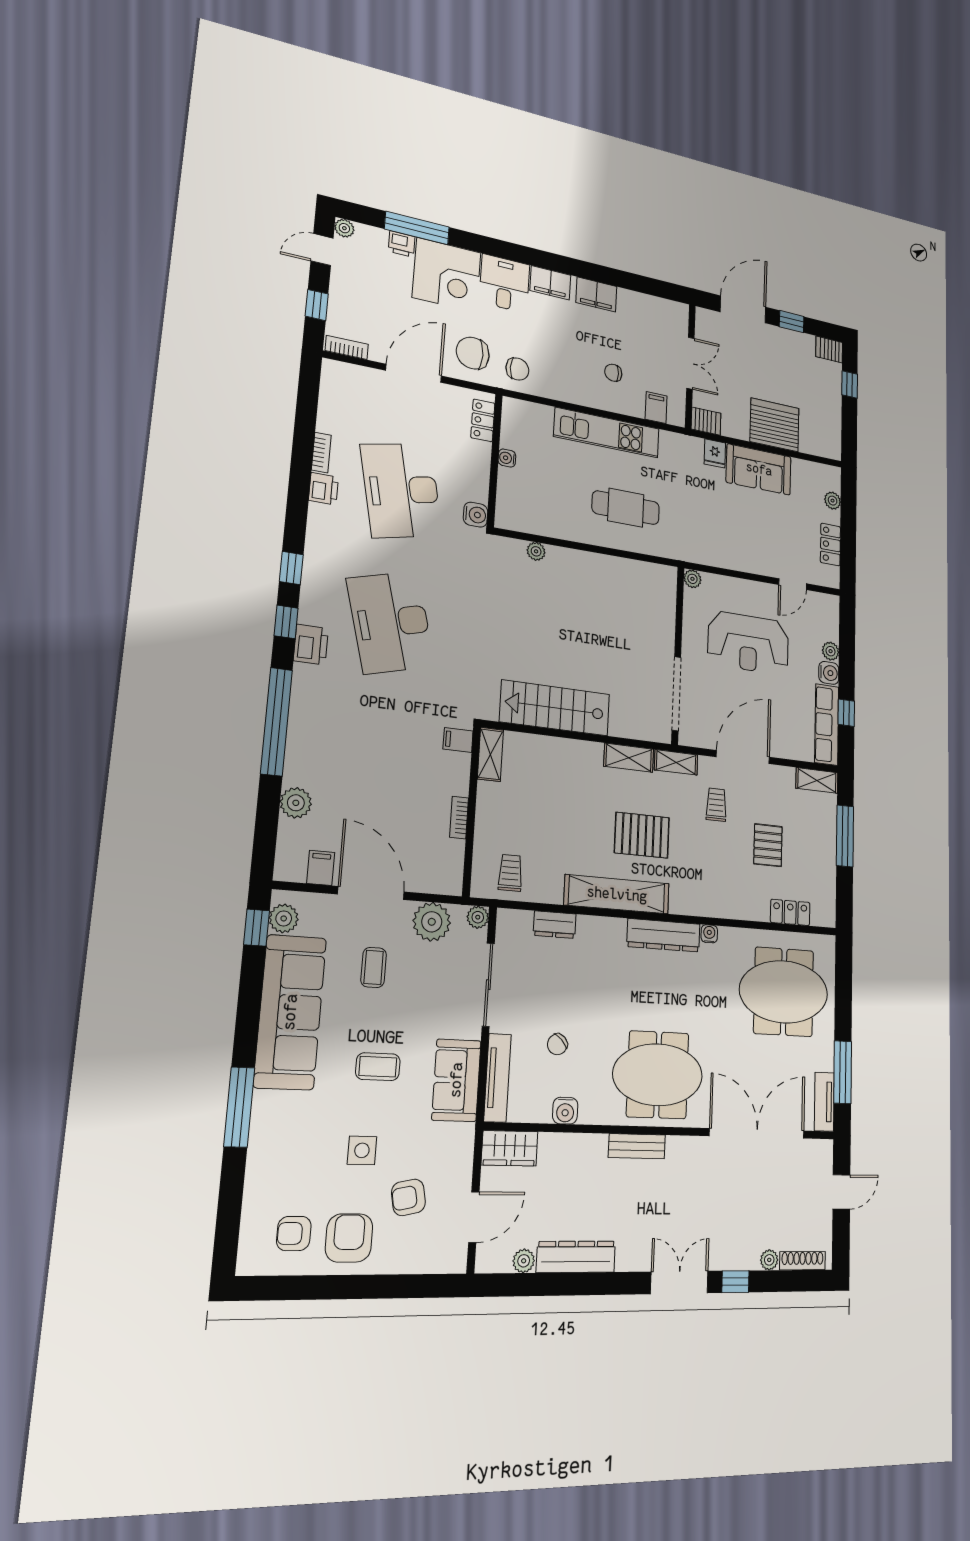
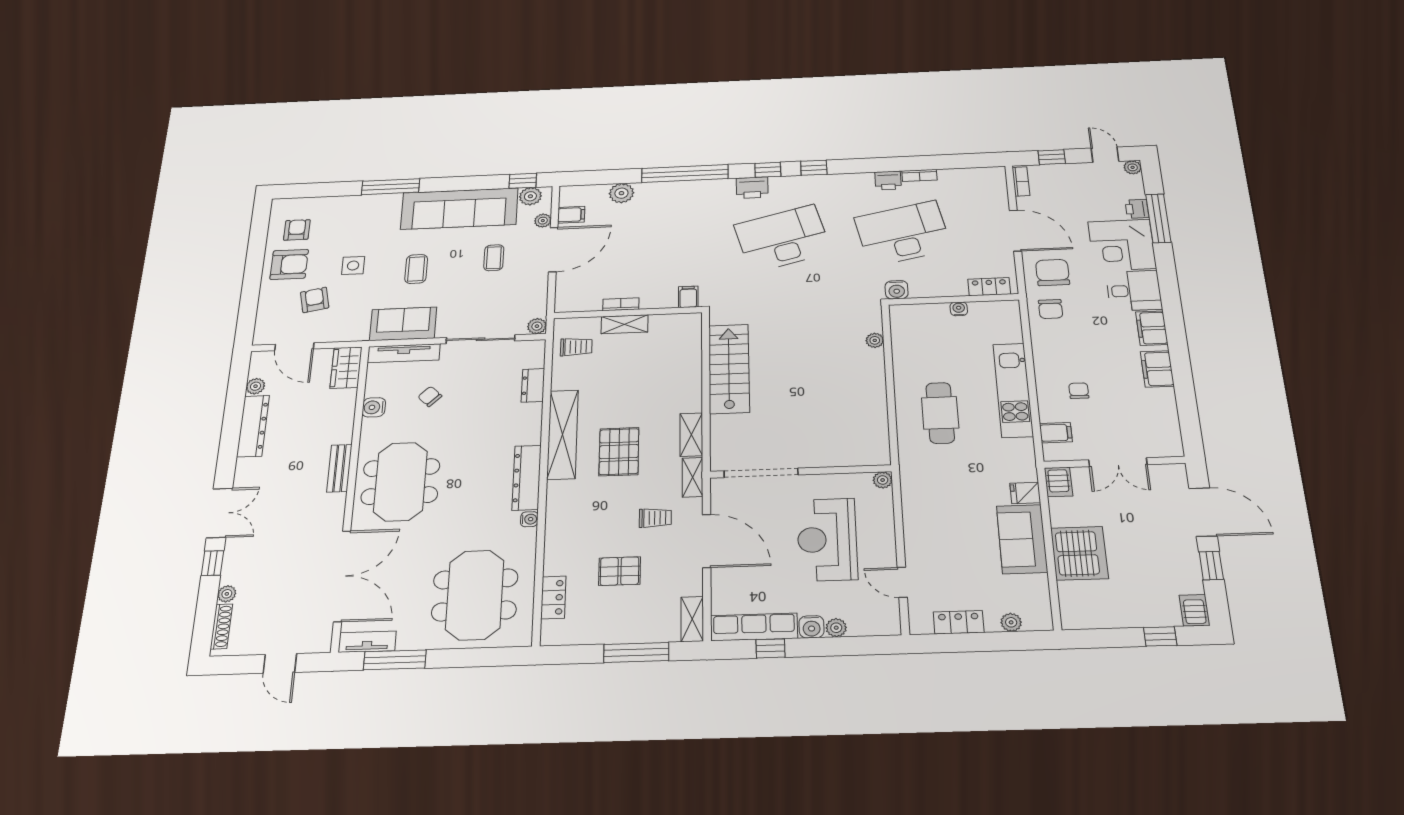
shelving: (490, 754) -> (625, 324), moved
plant: (432, 922) -> (543, 221), moved, width x0.53, depth x0.53
coffee table: (374, 967) -> (494, 258), turned 90

